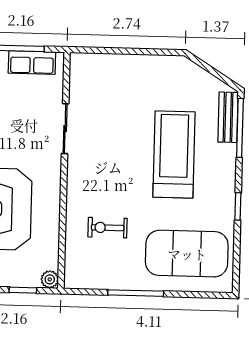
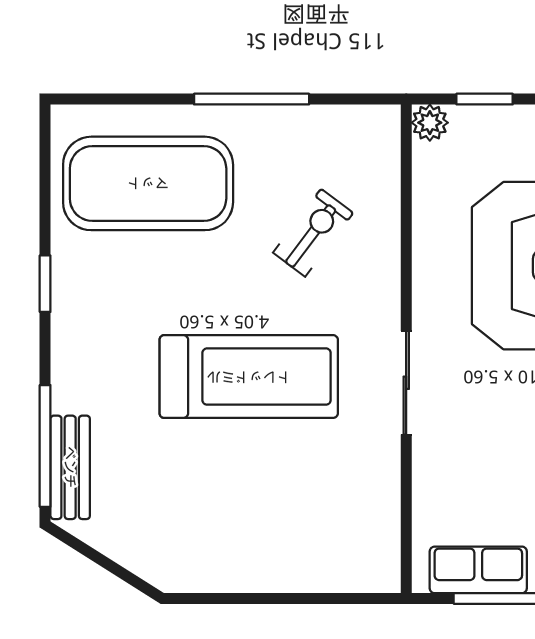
sliding door: (65, 129) -> (406, 383), moved
treadmill: (174, 154) -> (249, 377), moved, turned -90
exercise bike: (108, 228) -> (313, 233), turned -53

